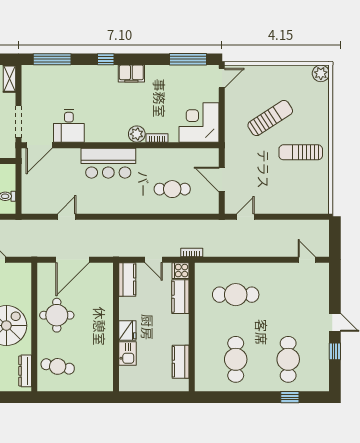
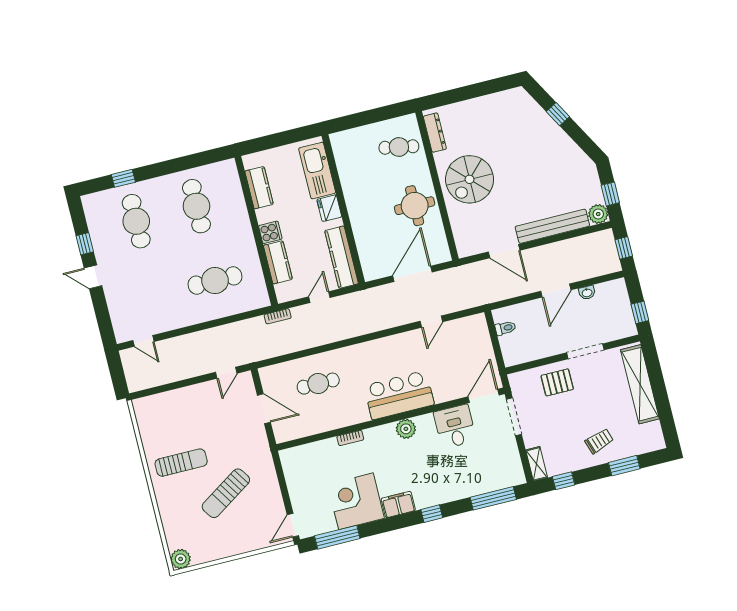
corner desk: (199, 122) -> (356, 501), moved, turned 180
plant: (137, 134) -> (406, 429), moved
door: (154, 260) -> (319, 297), hinge flipped
cooker: (180, 271) -> (270, 232), moved
kitchen counter: (127, 279) -> (342, 257), width x1.50
kitchen sink: (127, 353) -> (317, 171), width x1.88, depth x1.24

